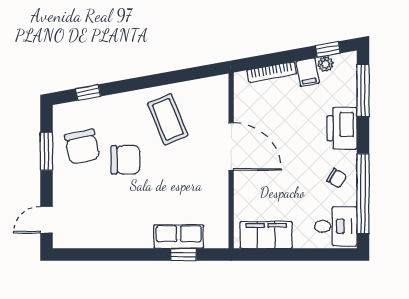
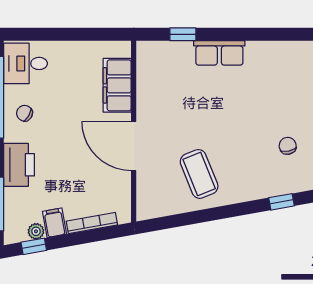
chair: (82, 147) -> (288, 146), width x0.54, depth x0.54
chair: (126, 160) -> (243, 132), removed
filing cabinet: (266, 235) -> (117, 85), moved, turned 90
row of seats: (179, 237) -> (219, 53), moved

